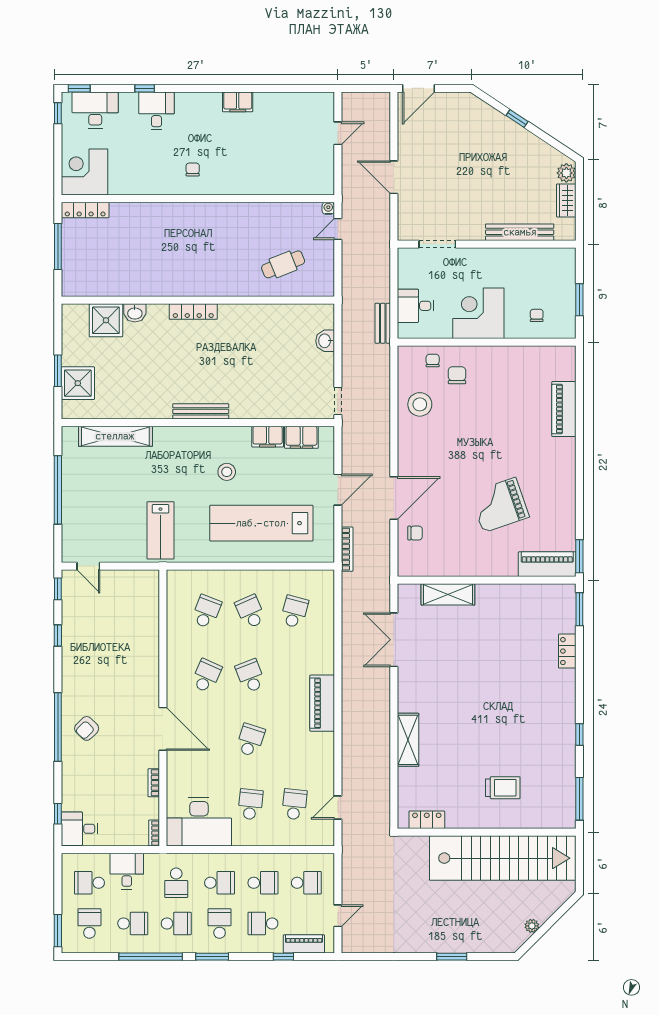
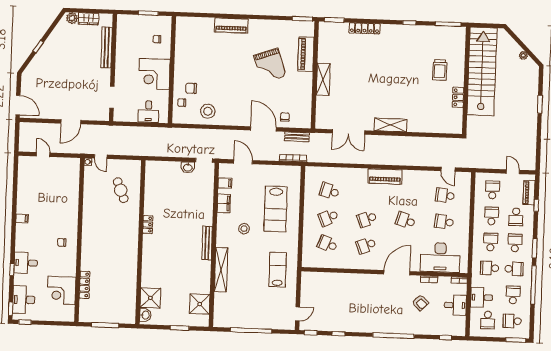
filing cabinet: (238, 102) -> (22, 218), width x0.50
corner desk: (84, 172) -> (61, 290), moved
locker: (85, 210) -> (85, 285), moved
locker: (193, 312) -> (148, 225), moved, width x0.66
washbasin: (135, 313) -> (145, 315), moved
bench: (383, 323) -> (297, 137), moved
washbasin: (325, 341) -> (188, 167), moved
shower: (78, 383) -> (200, 304), moved
piano: (564, 409) -> (231, 25), moved
shelving: (115, 436) -> (221, 270), moved
filing cabinet: (301, 437) -> (225, 183), width x0.50
door: (338, 490) -> (243, 162), moved
lab bench: (261, 523) -> (276, 209), width x0.73
lab bench: (161, 530) -> (278, 270), turned -90
piano: (547, 564) -> (306, 54), moved
shelving: (448, 594) -> (323, 79), moved
locker: (567, 651) -> (365, 28), width x1.53
school desk: (206, 676) -> (366, 245), turned -45
armchair: (87, 728) -> (420, 303), moved
shelving: (408, 740) -> (391, 125), moved
trolley: (503, 788) -> (440, 70), turned 180
locker: (427, 820) -> (458, 97), moved
desk: (199, 822) -> (440, 257), moved, turned 90
desk: (79, 829) -> (455, 305), moved, turned -90
school desk: (176, 883) -> (490, 268), turned 180
school desk: (176, 923) -> (514, 269), turned 90
school desk: (220, 923) -> (515, 243), turned 90

